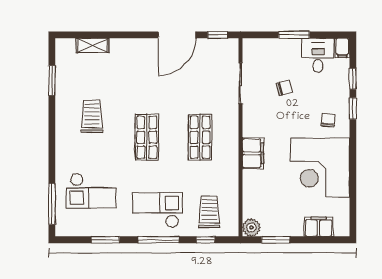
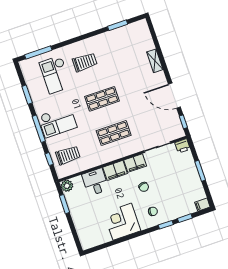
shelving: (92, 45) -> (155, 61), moved
printer: (251, 47) -> (182, 146), added
desk: (318, 55) -> (95, 182), moved, turned -90
chair: (284, 88) -> (144, 187), moved
trolley: (92, 116) -> (85, 62), moved
corner desk: (320, 168) -> (122, 222), width x0.74, depth x0.74
checkout: (158, 210) -> (58, 122), turned 90
filing cabinet: (318, 227) -> (135, 163), moved, turned 90

